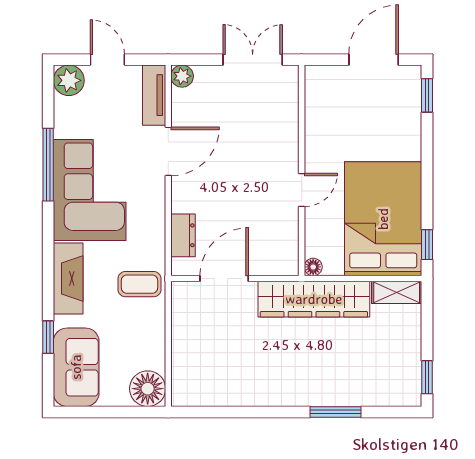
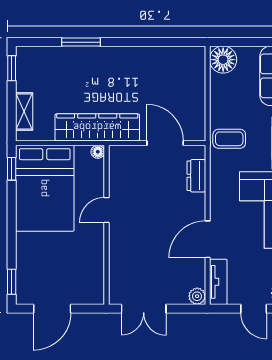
door: (224, 278) -> (165, 143), swing flipped
shelving: (397, 292) -> (24, 112), moved, turned 90

